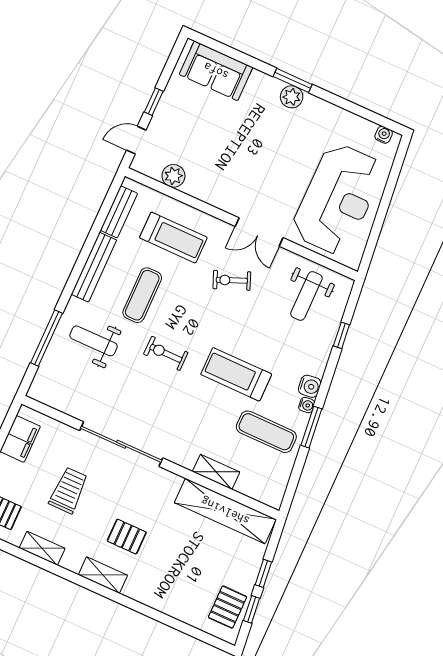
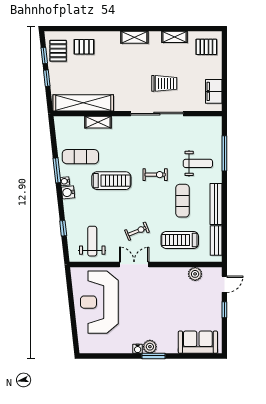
water cooler: (384, 135) -> (138, 349), moved
trolley: (68, 490) -> (164, 83), moved, turned -90
pallet: (127, 537) -> (84, 47), moved

